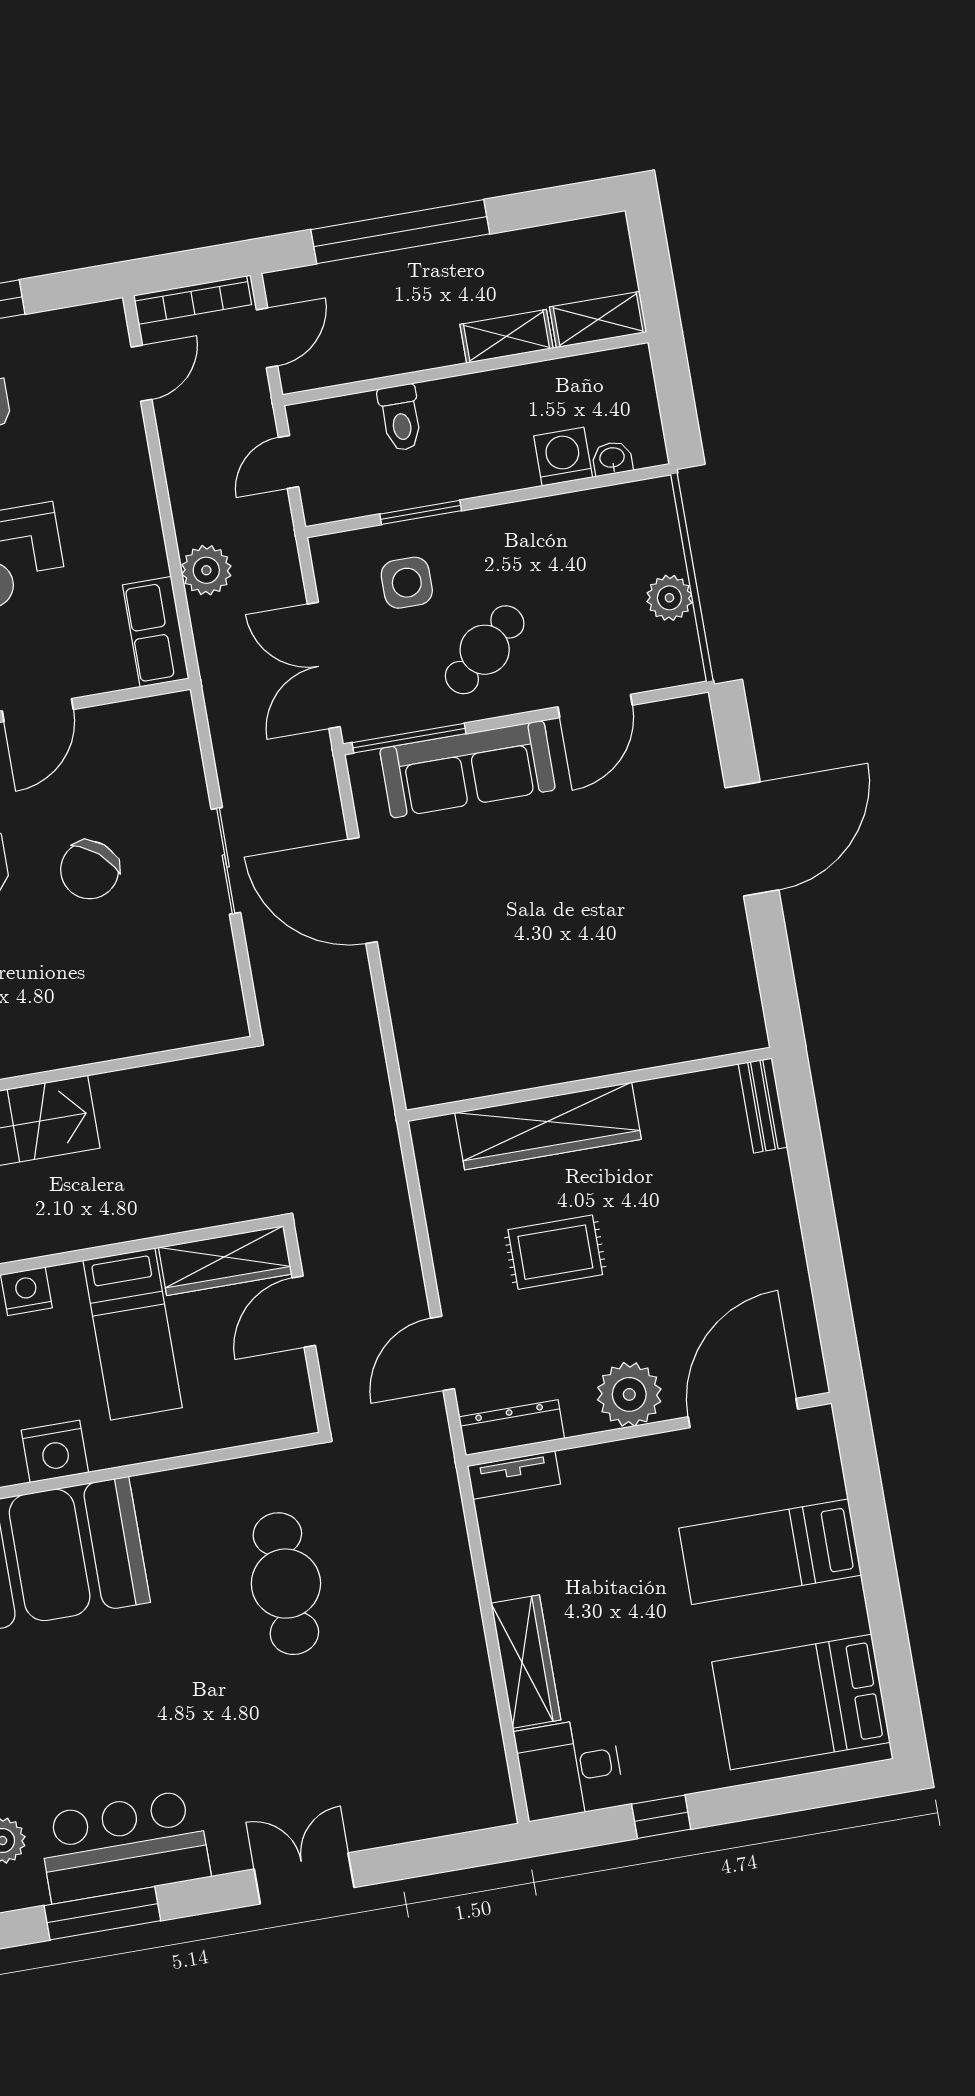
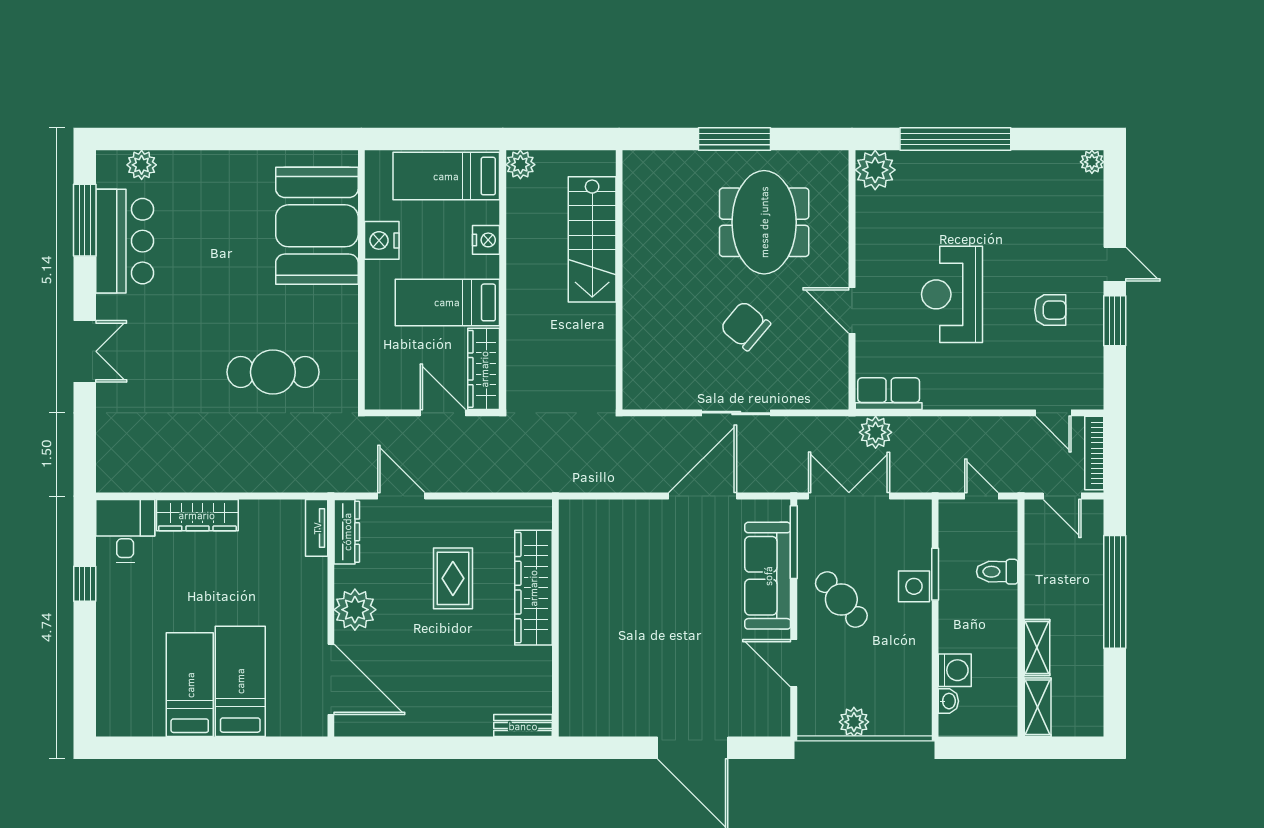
plant: (206, 570) -> (876, 432), moved
side table: (407, 583) -> (914, 586), moved
bed: (801, 1702) -> (190, 685), moved, width x0.67

